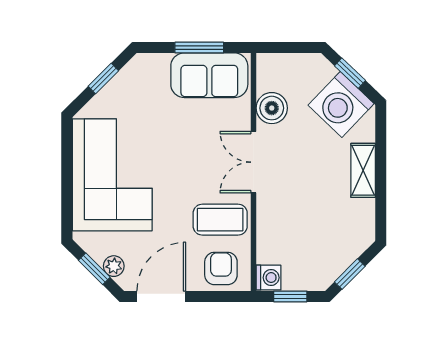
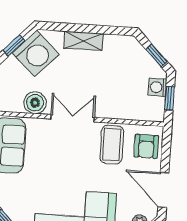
double door: (254, 162) -> (73, 118), swing flipped
armchair: (221, 268) -> (146, 146), turned -90
washing machine: (269, 278) -> (158, 87), moved, turned -90

